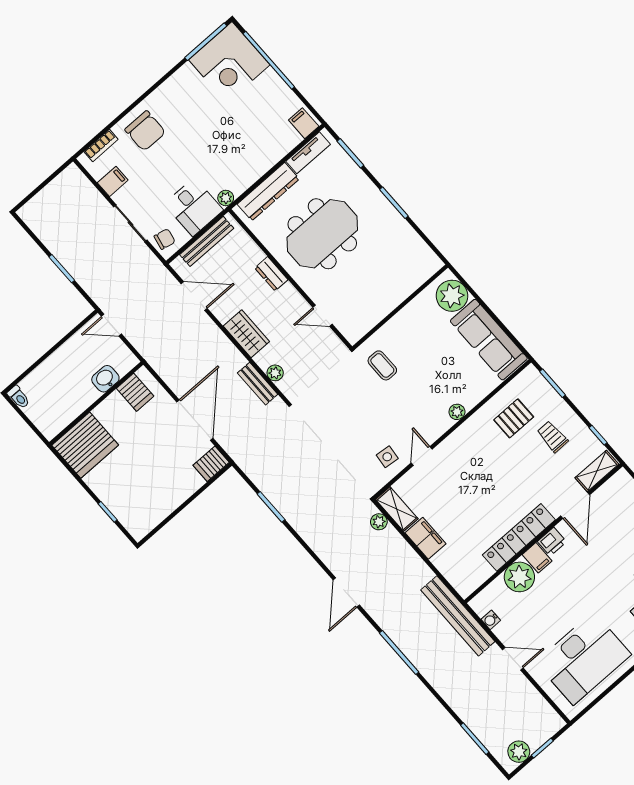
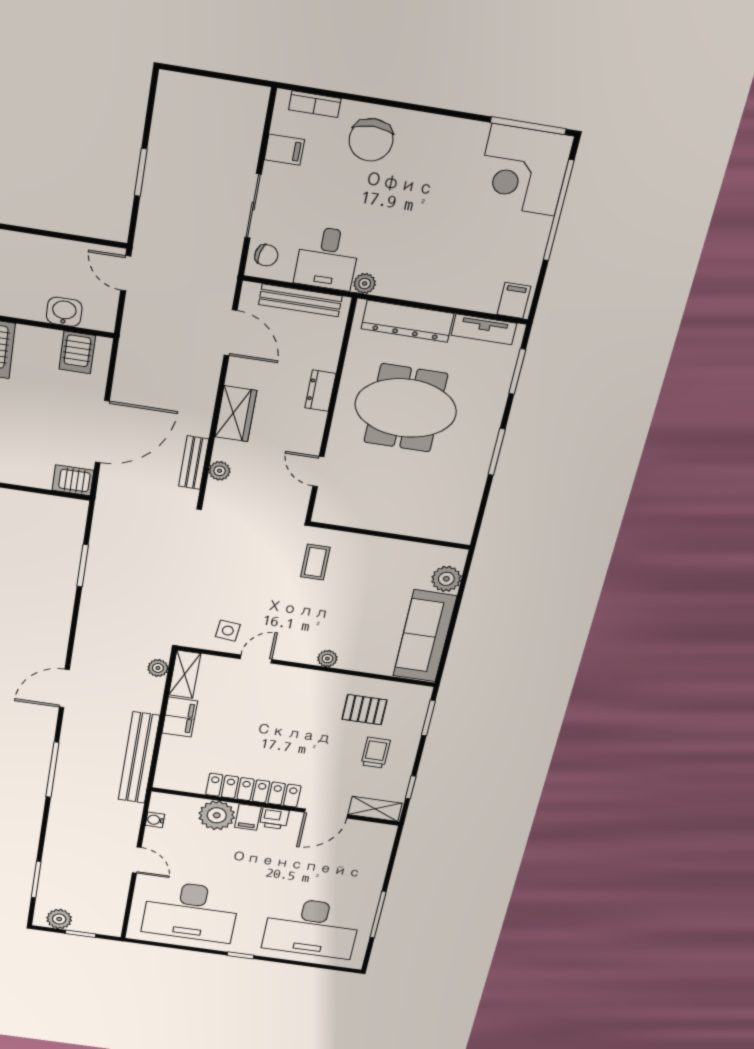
plant: (452, 296) -> (446, 579), width x0.73, depth x0.73
bench: (458, 616) -> (139, 758), moved

